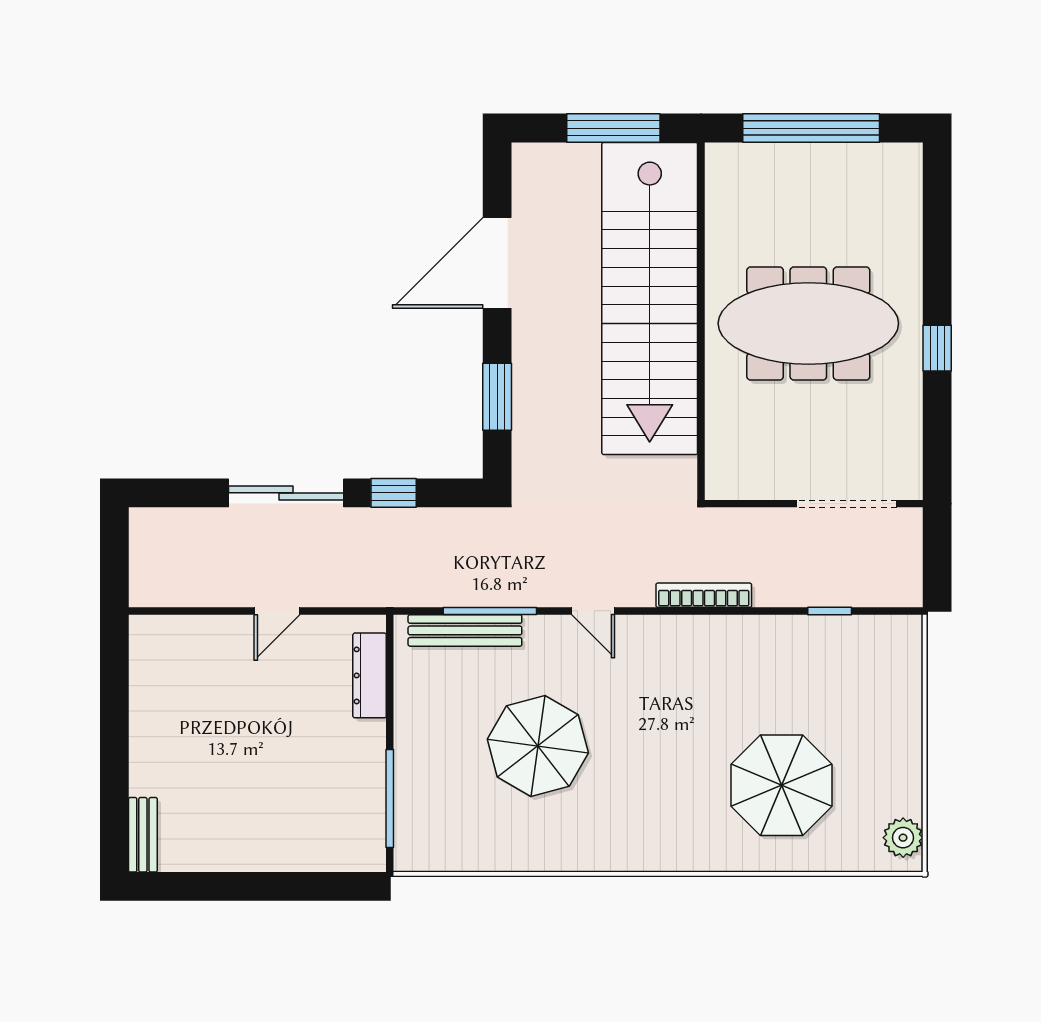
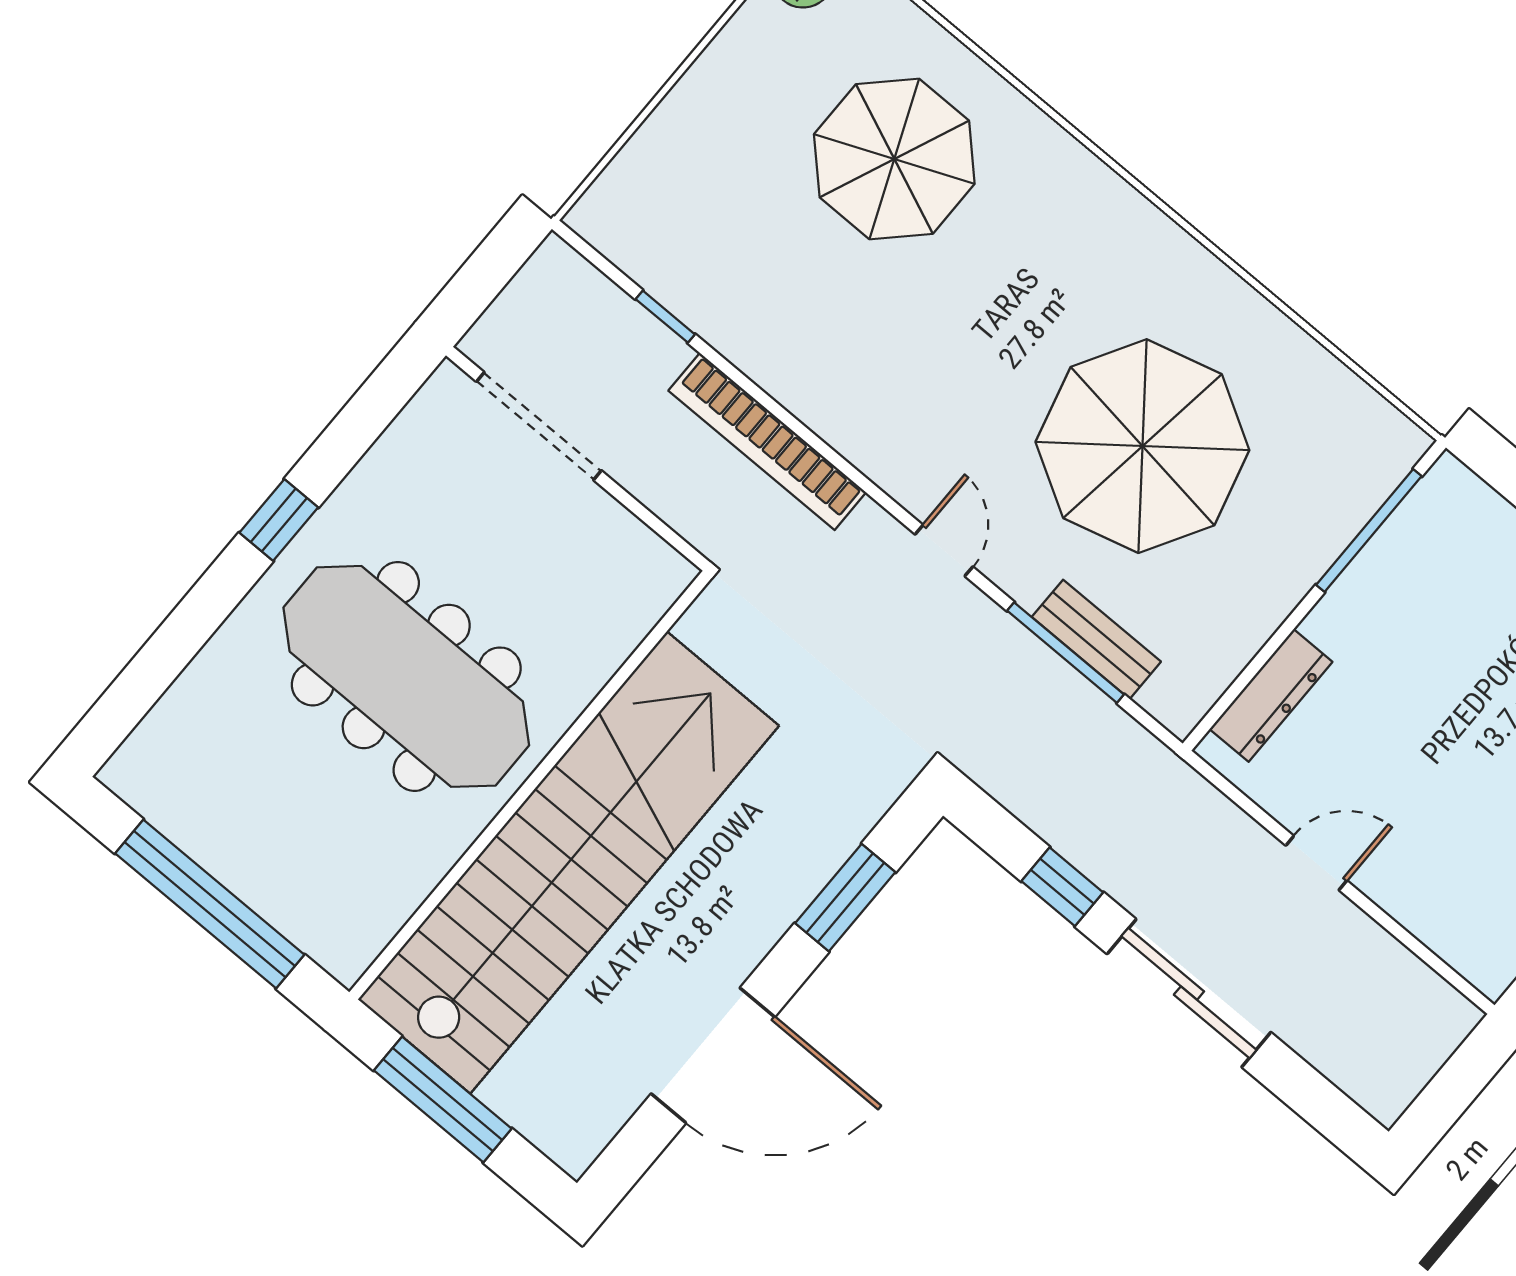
bookcase: (704, 595) -> (767, 442), width x1.48, depth x1.31
bench: (465, 630) -> (1096, 639), width x0.73
parasol: (538, 746) -> (1142, 446), width x1.36, depth x1.36

